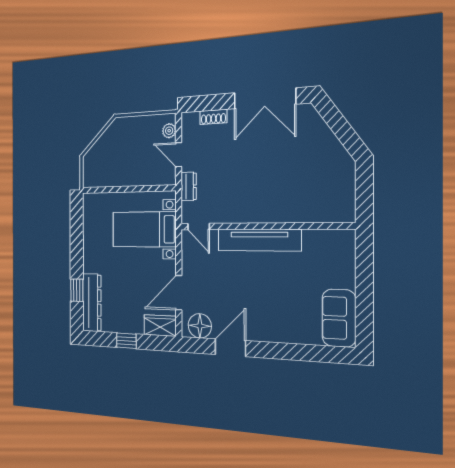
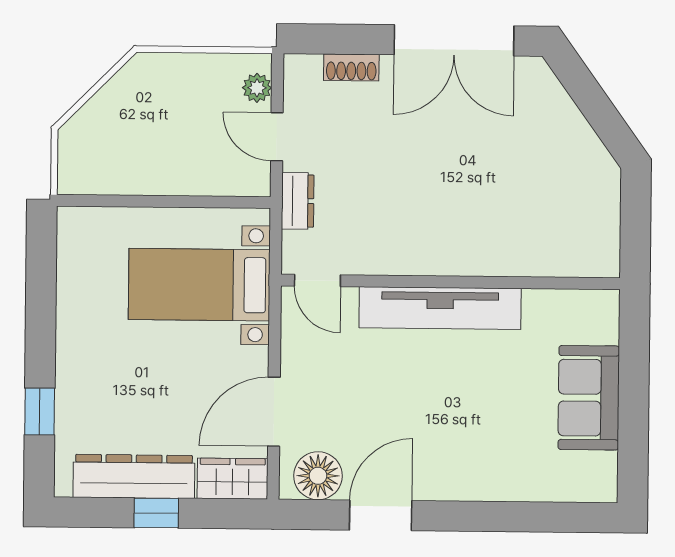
dresser: (92, 303) -> (134, 476), moved, turned -90
sofa: (339, 318) -> (589, 398), moved

